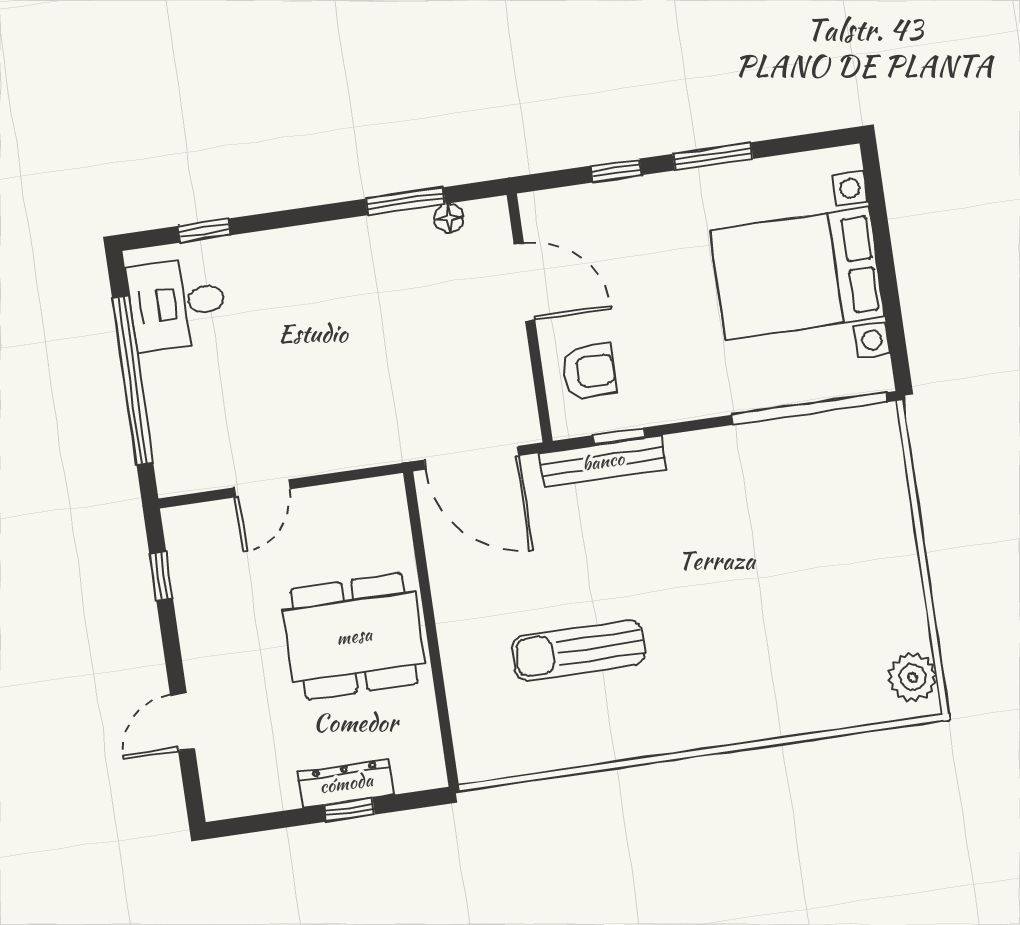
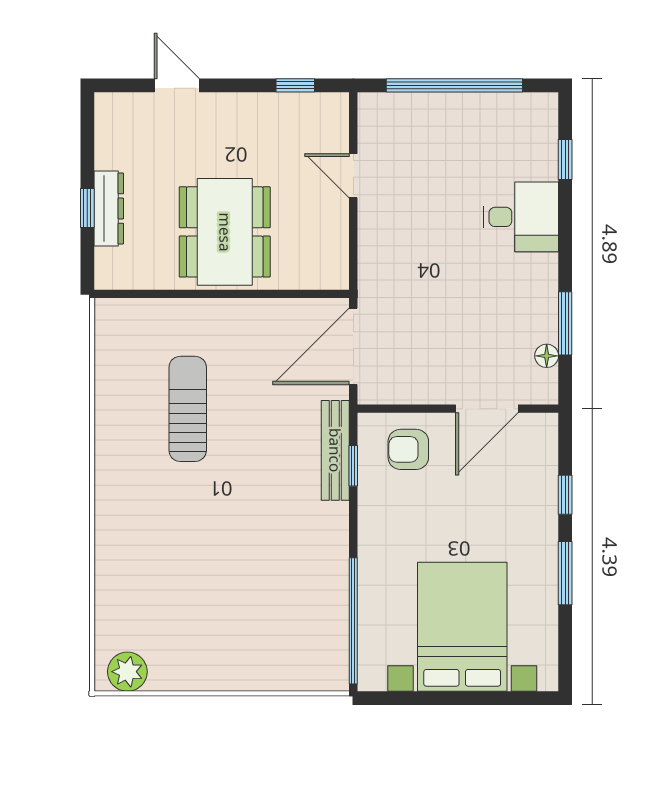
desk: (177, 303) -> (521, 217), moved, turned 90
armchair: (589, 372) -> (408, 449), turned 90

